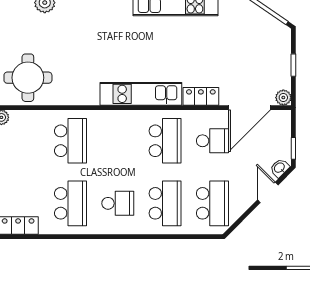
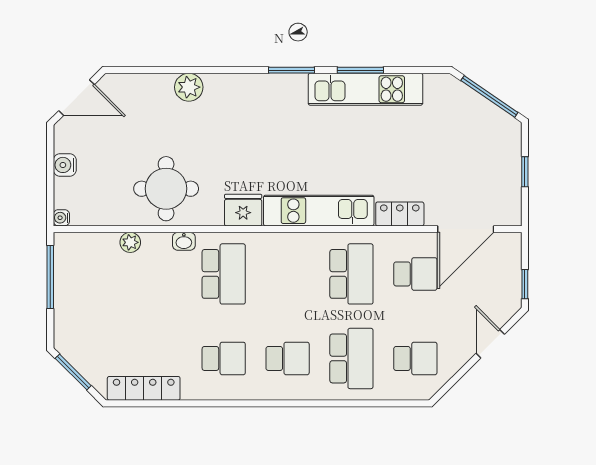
fridge: (85, 94) -> (243, 210), added
plant: (283, 98) -> (511, 215), removed
washbasin: (280, 168) -> (184, 241), moved, turned -135
school desk: (71, 203) -> (224, 358), width x0.54
school desk: (212, 203) -> (415, 358), width x0.54

